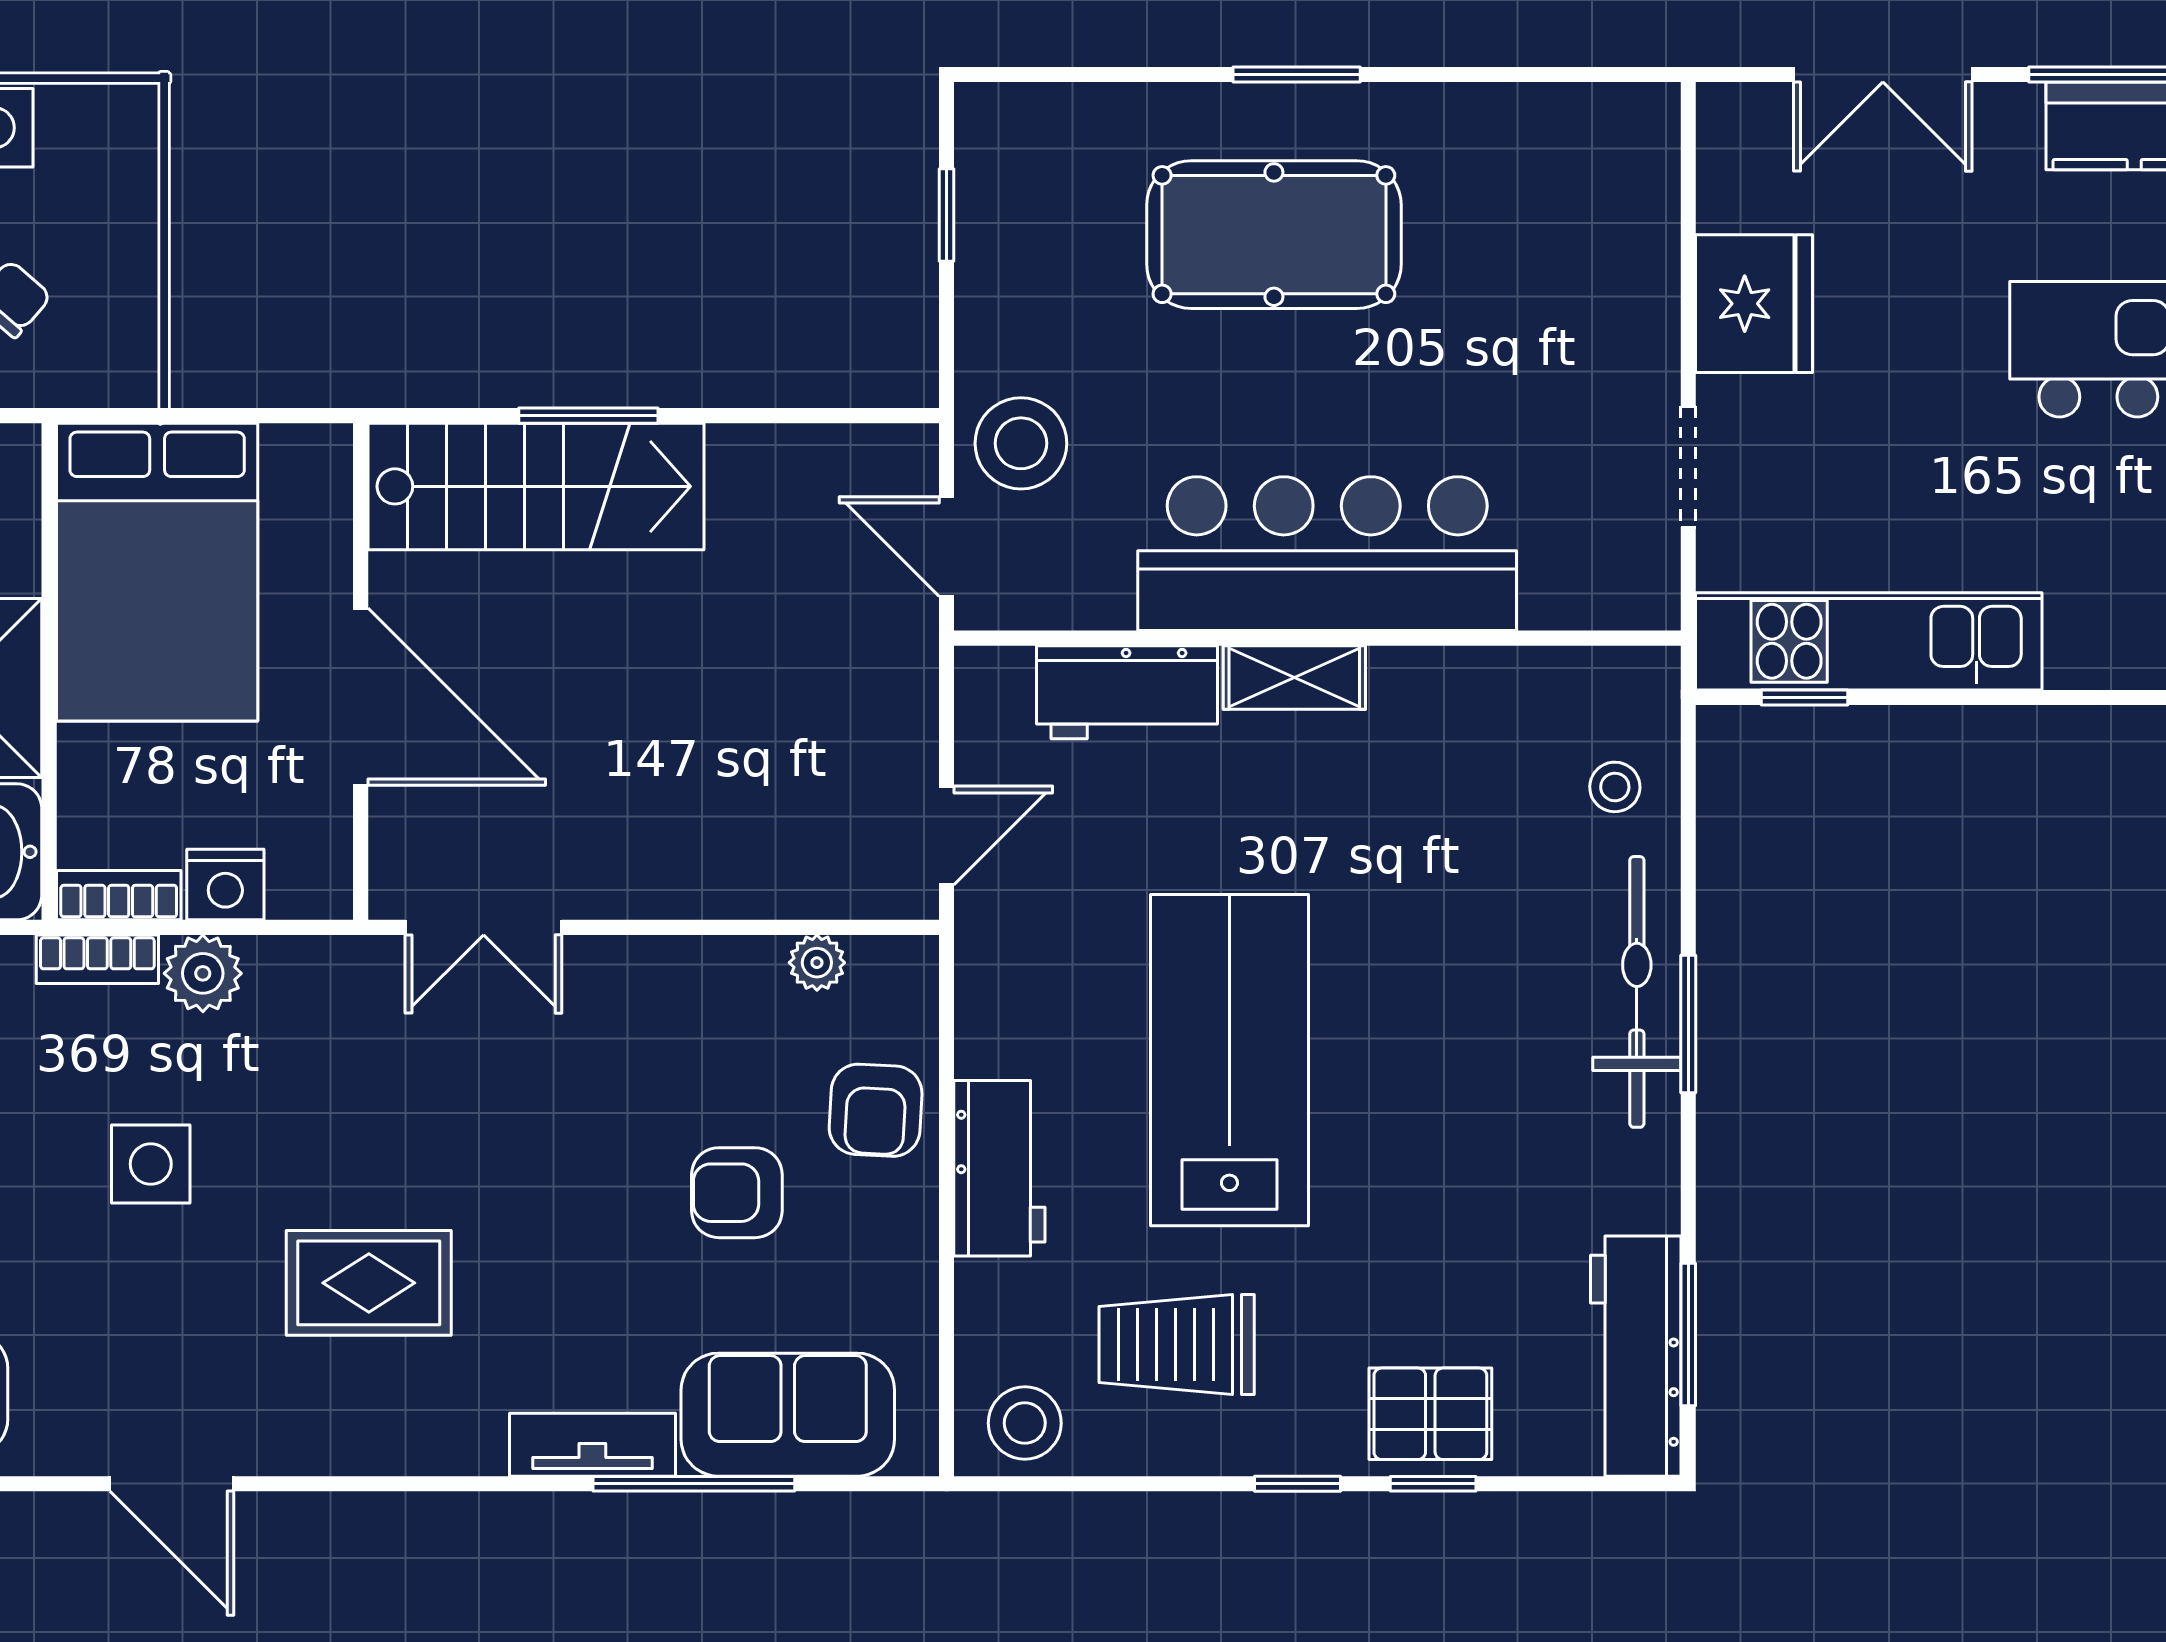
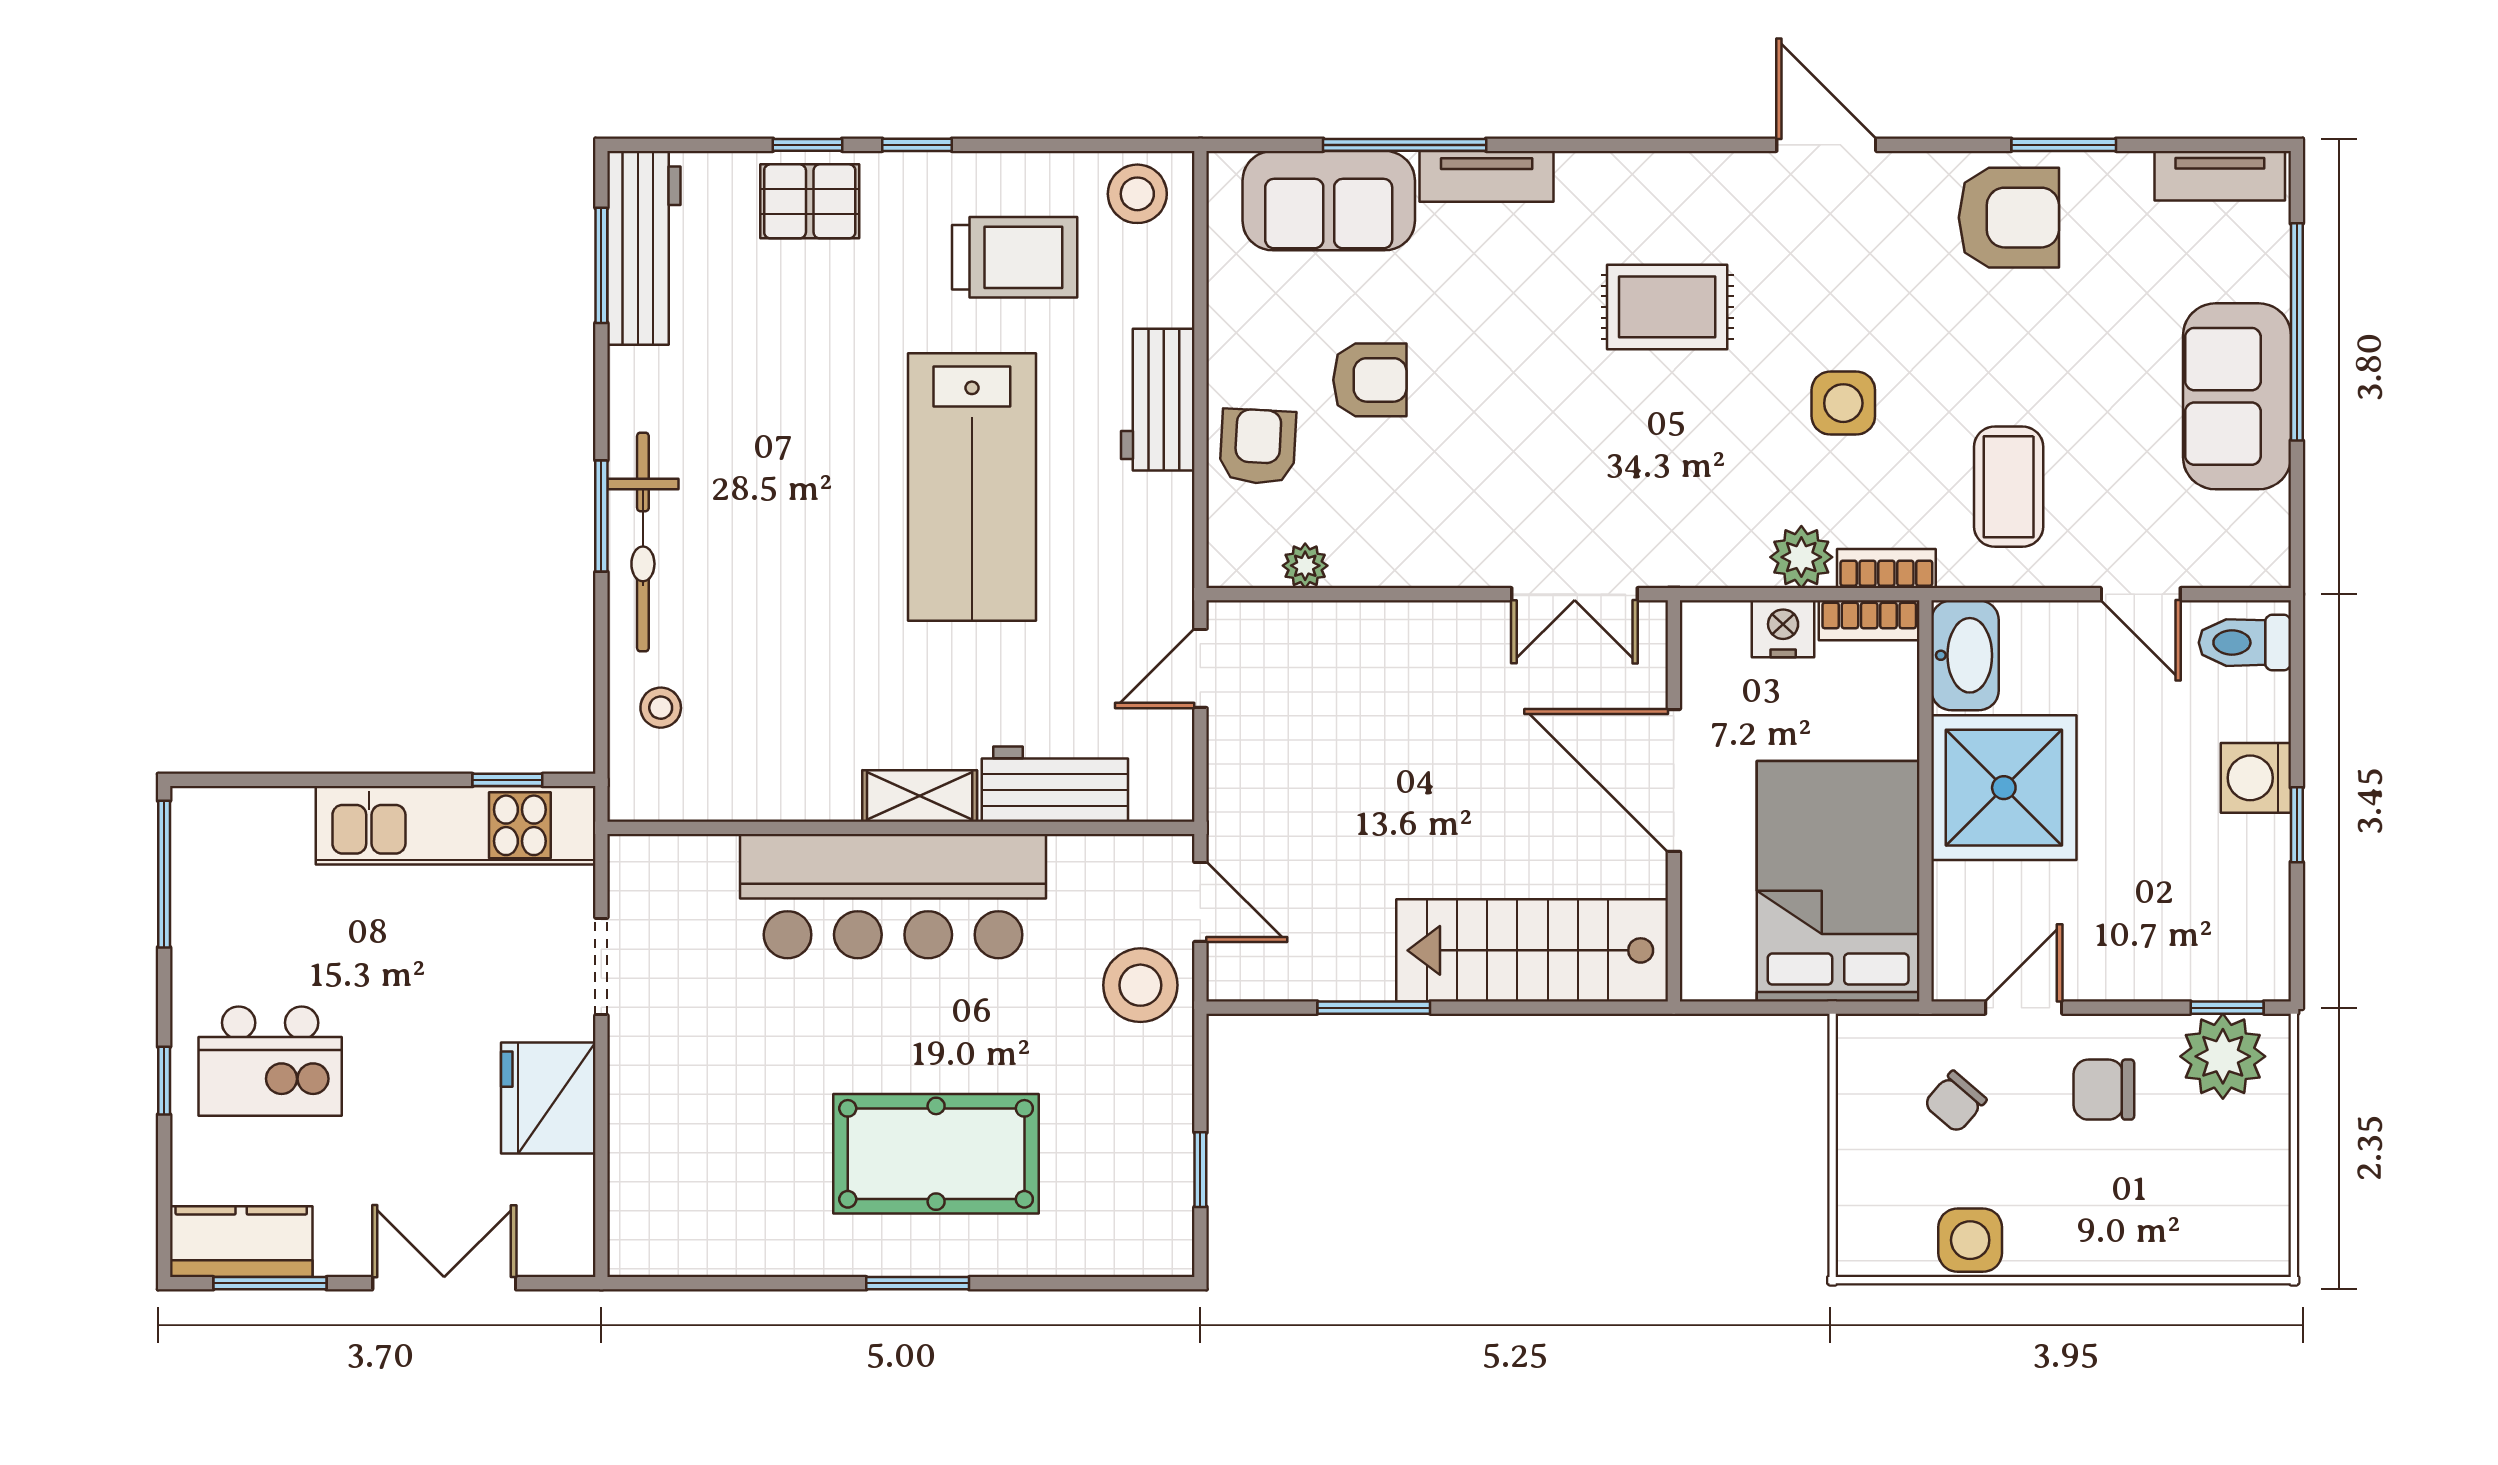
window: (588, 416) -> (1374, 1008), moved
double door: (484, 927) -> (1575, 594), swing flipped

